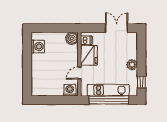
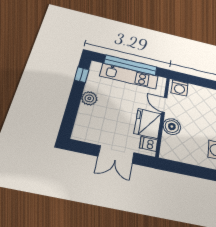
double door: (116, 28) -> (116, 154), moved
boiler: (72, 38) -> (172, 127), moved
door: (79, 73) -> (164, 105), swing flipped

